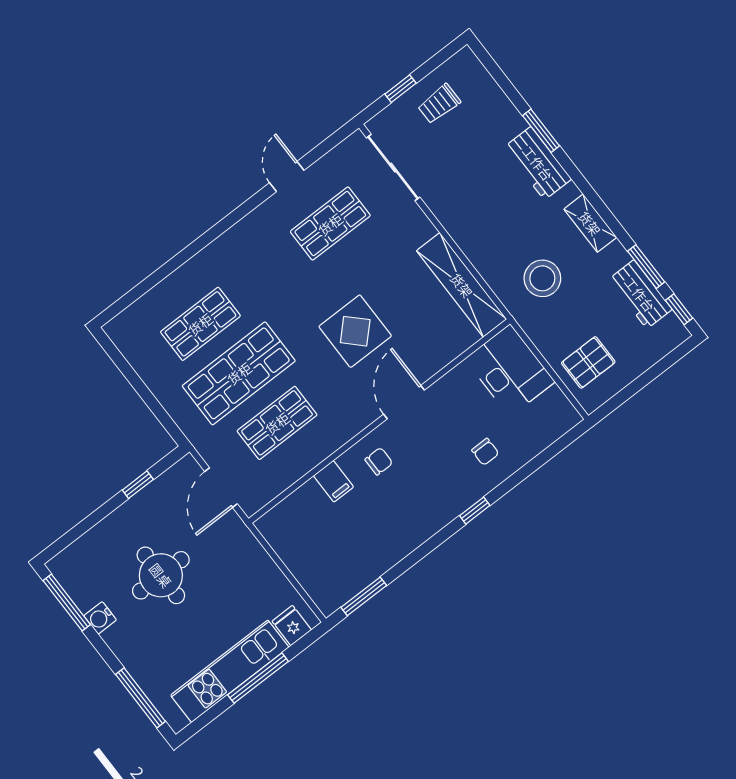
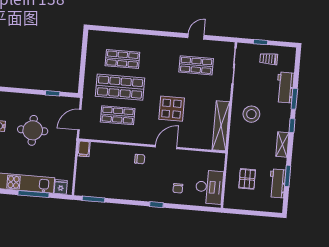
workbench: (538, 163) -> (285, 87), moved
stool: (542, 278) -> (251, 114), moved
window: (679, 309) -> (292, 126), moved
pallet: (588, 362) -> (247, 179), moved, turned 90
desk: (510, 370) -> (209, 187), moved
filing cabinet: (334, 481) -> (84, 149), moved

